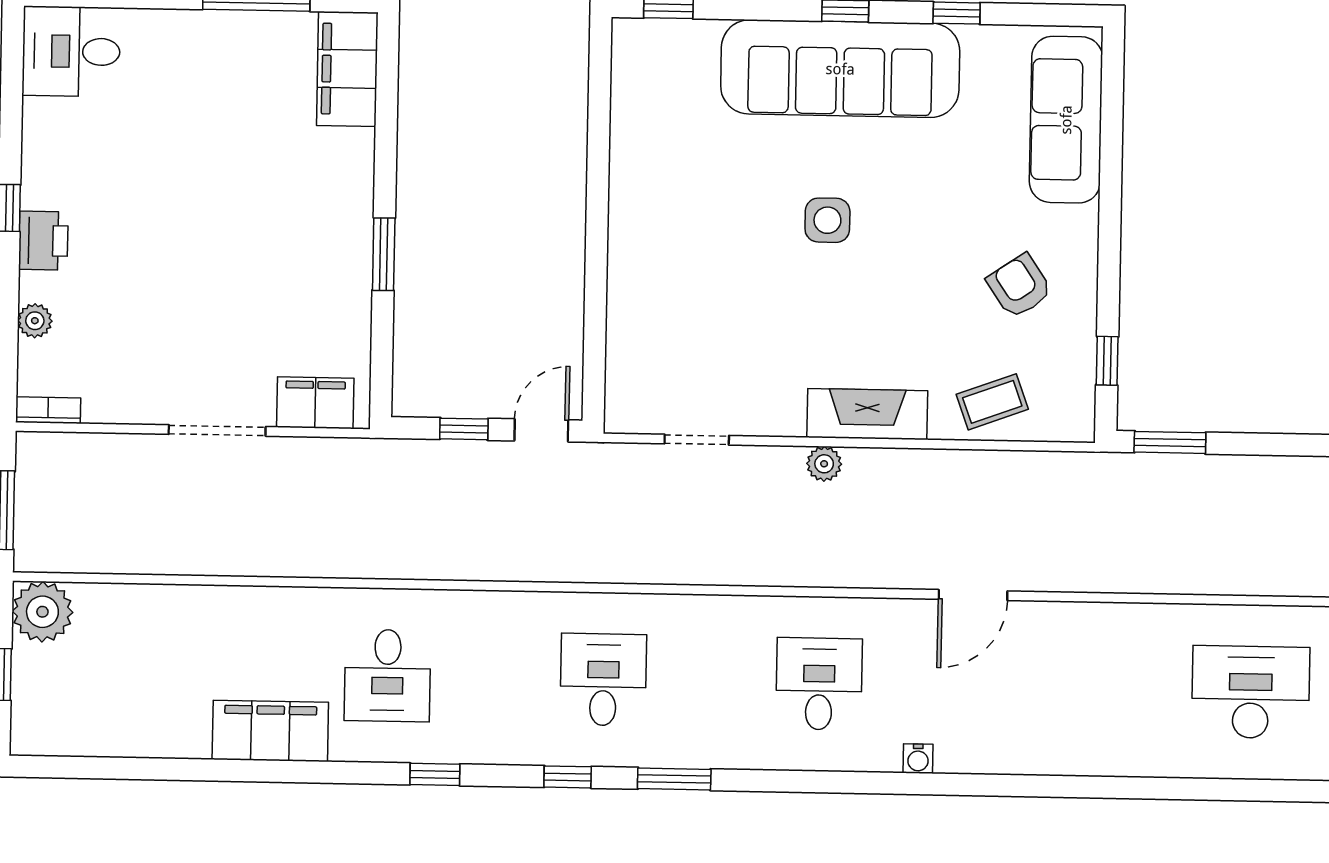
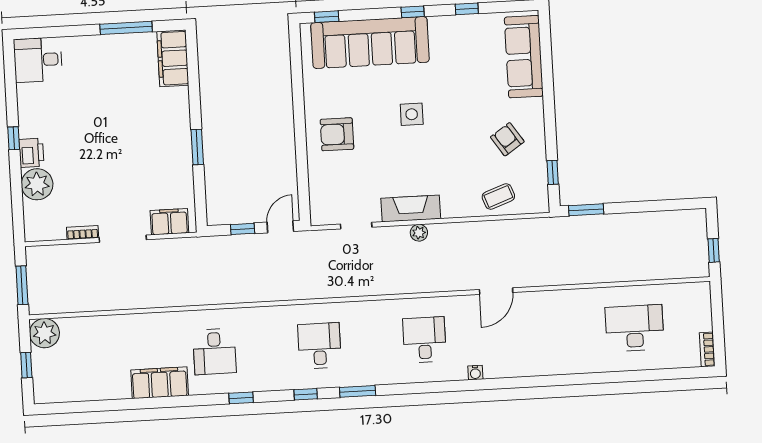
sofa: (840, 69) -> (370, 42), moved
armchair: (672, 250) -> (337, 134), added
plant: (35, 321) -> (37, 184), width x1.87, depth x1.87
bookcase: (48, 410) -> (83, 233), moved
fireplace: (867, 414) -> (411, 209), moved

